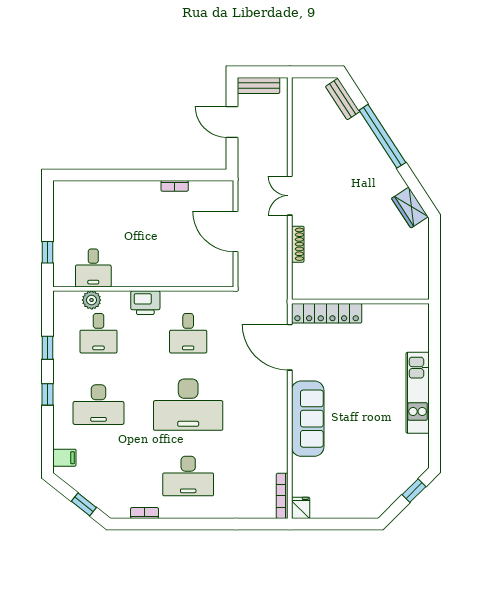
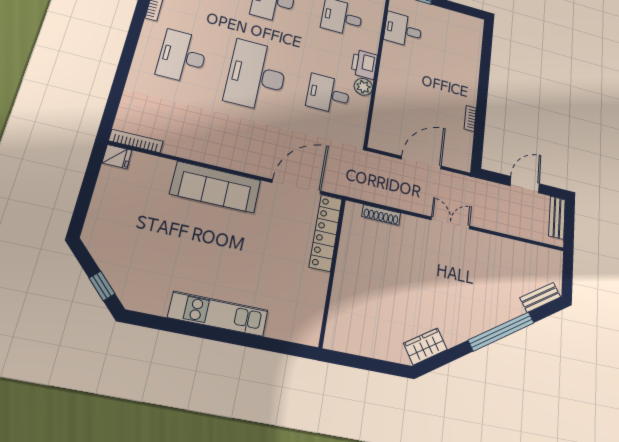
shoe rack: (298, 244) -> (381, 215), moved
plant: (92, 300) -> (363, 87), moved

